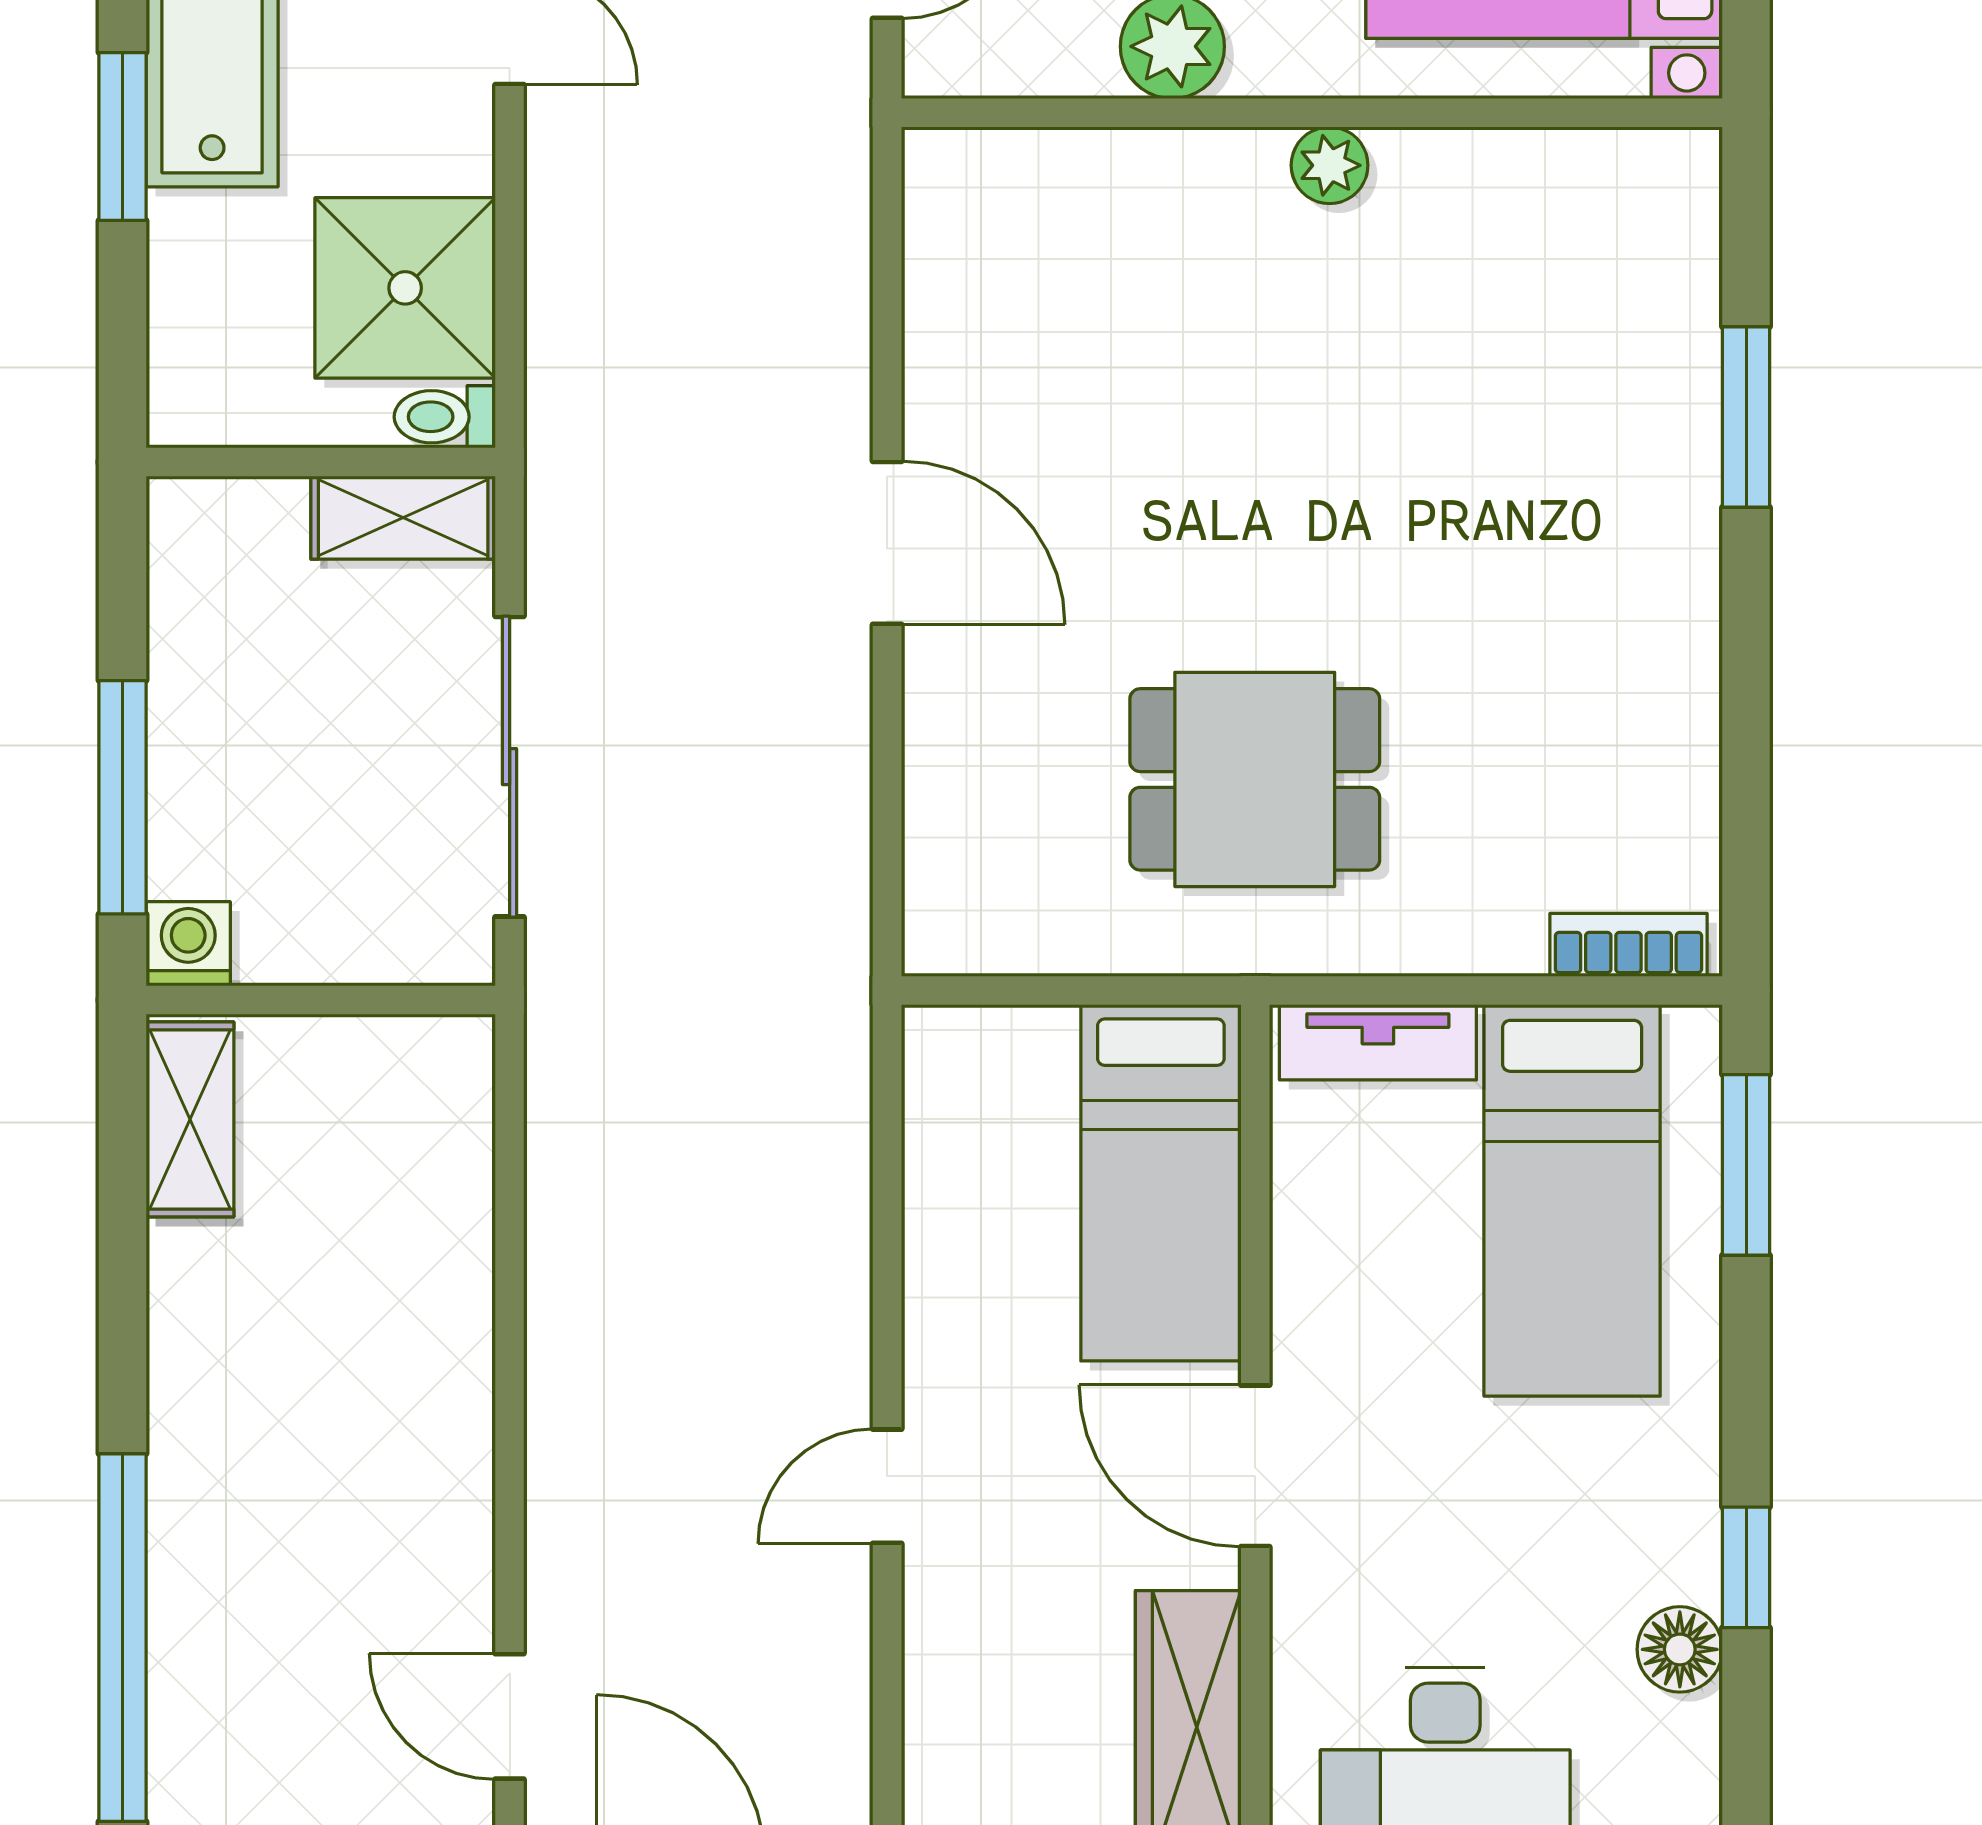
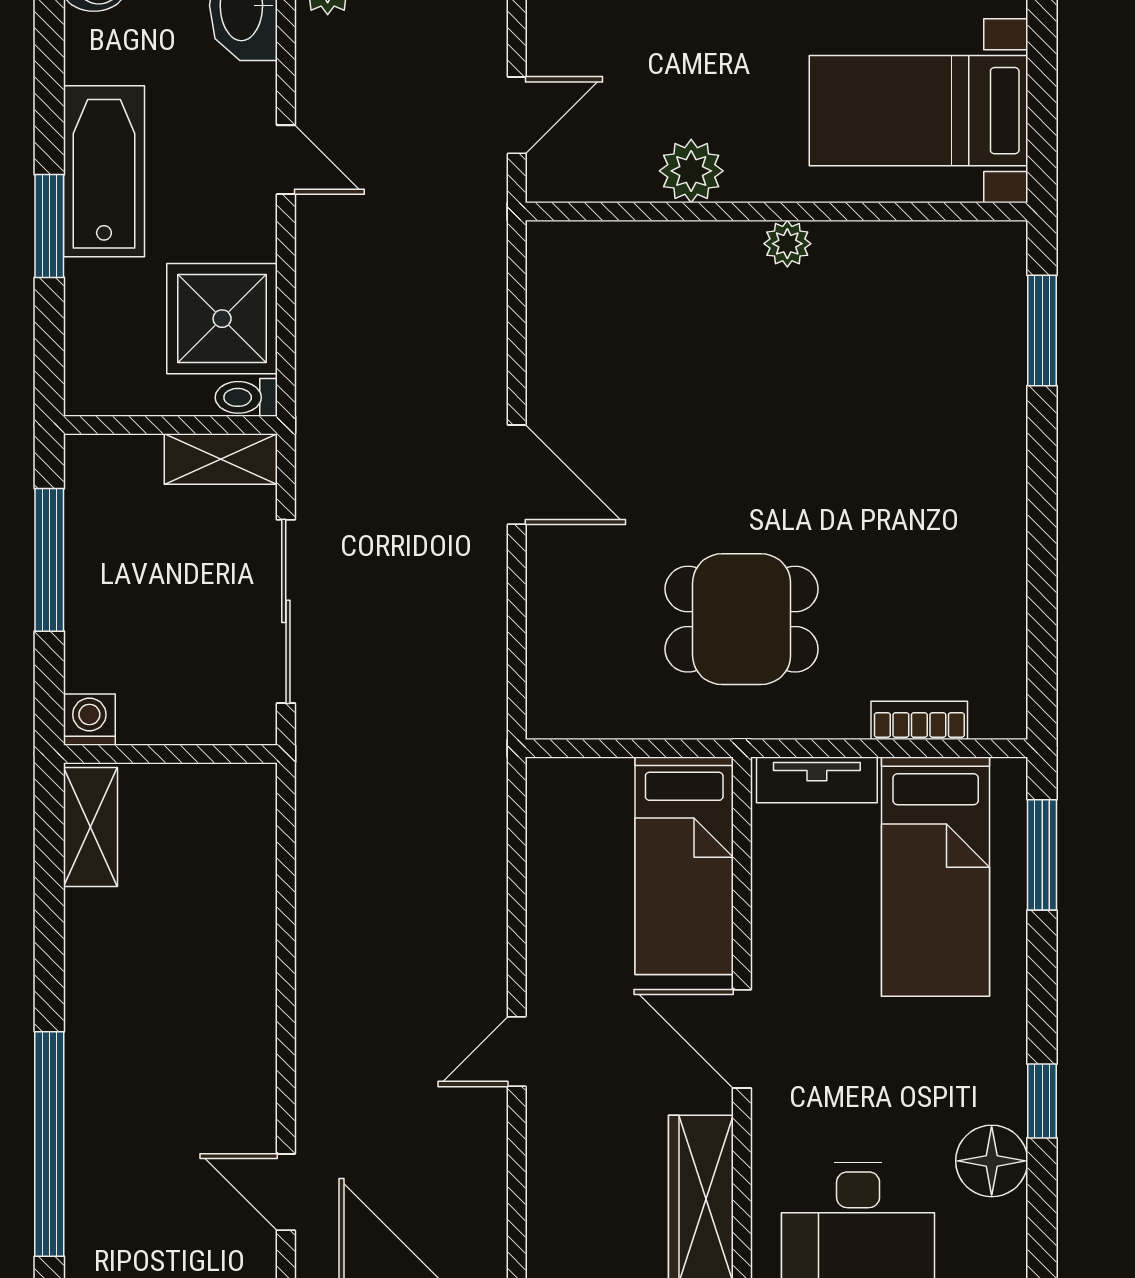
window: (1746, 417) -> (1042, 331), moved
window: (123, 797) -> (49, 560), moved
bookcase: (1628, 945) -> (919, 720), moved
floor lamp: (1680, 1649) -> (992, 1161), width x1.38, depth x1.38

